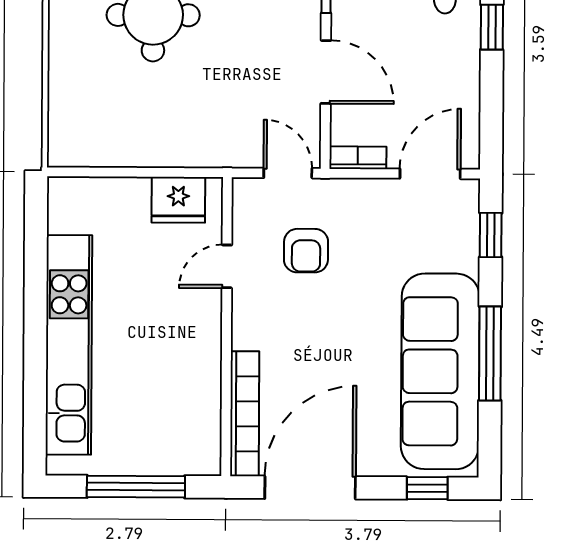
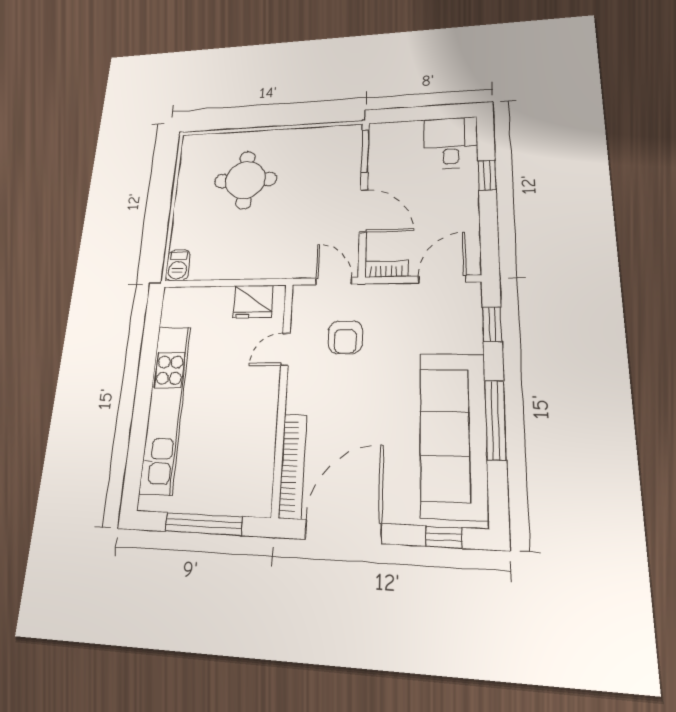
barbecue: (64, 144) -> (178, 265), added

